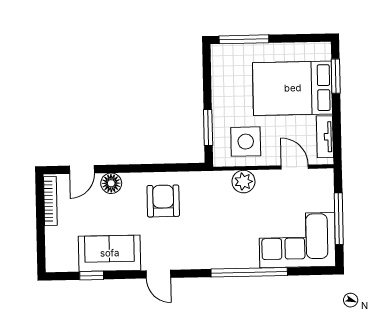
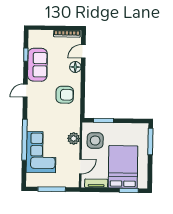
door: (82, 169) -> (83, 51), hinge flipped
corner sofa: (297, 240) -> (41, 152), moved

